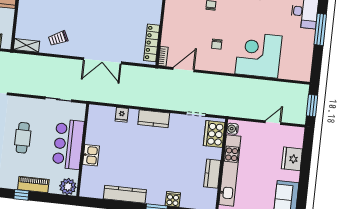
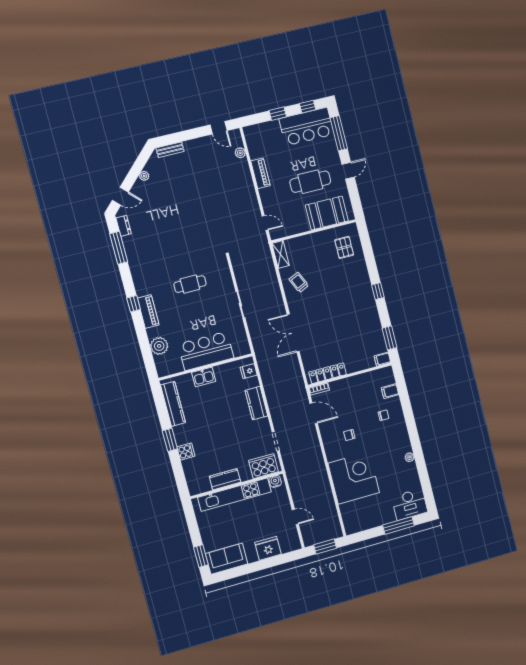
bar counter: (68, 144) -> (206, 351), moved
wall: (83, 150) -> (206, 367), moved
kitchen sink: (91, 155) -> (204, 377), moved

